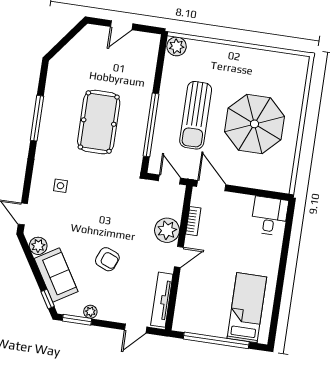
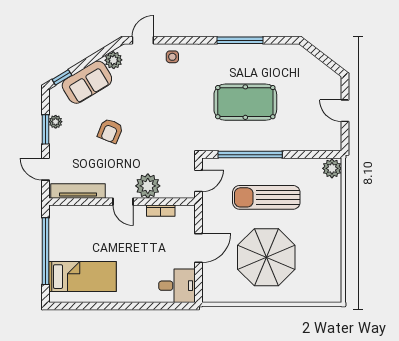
side table: (60, 186) -> (172, 57), moved
door: (211, 186) -> (199, 248), moved
window: (77, 320) -> (46, 129), moved

